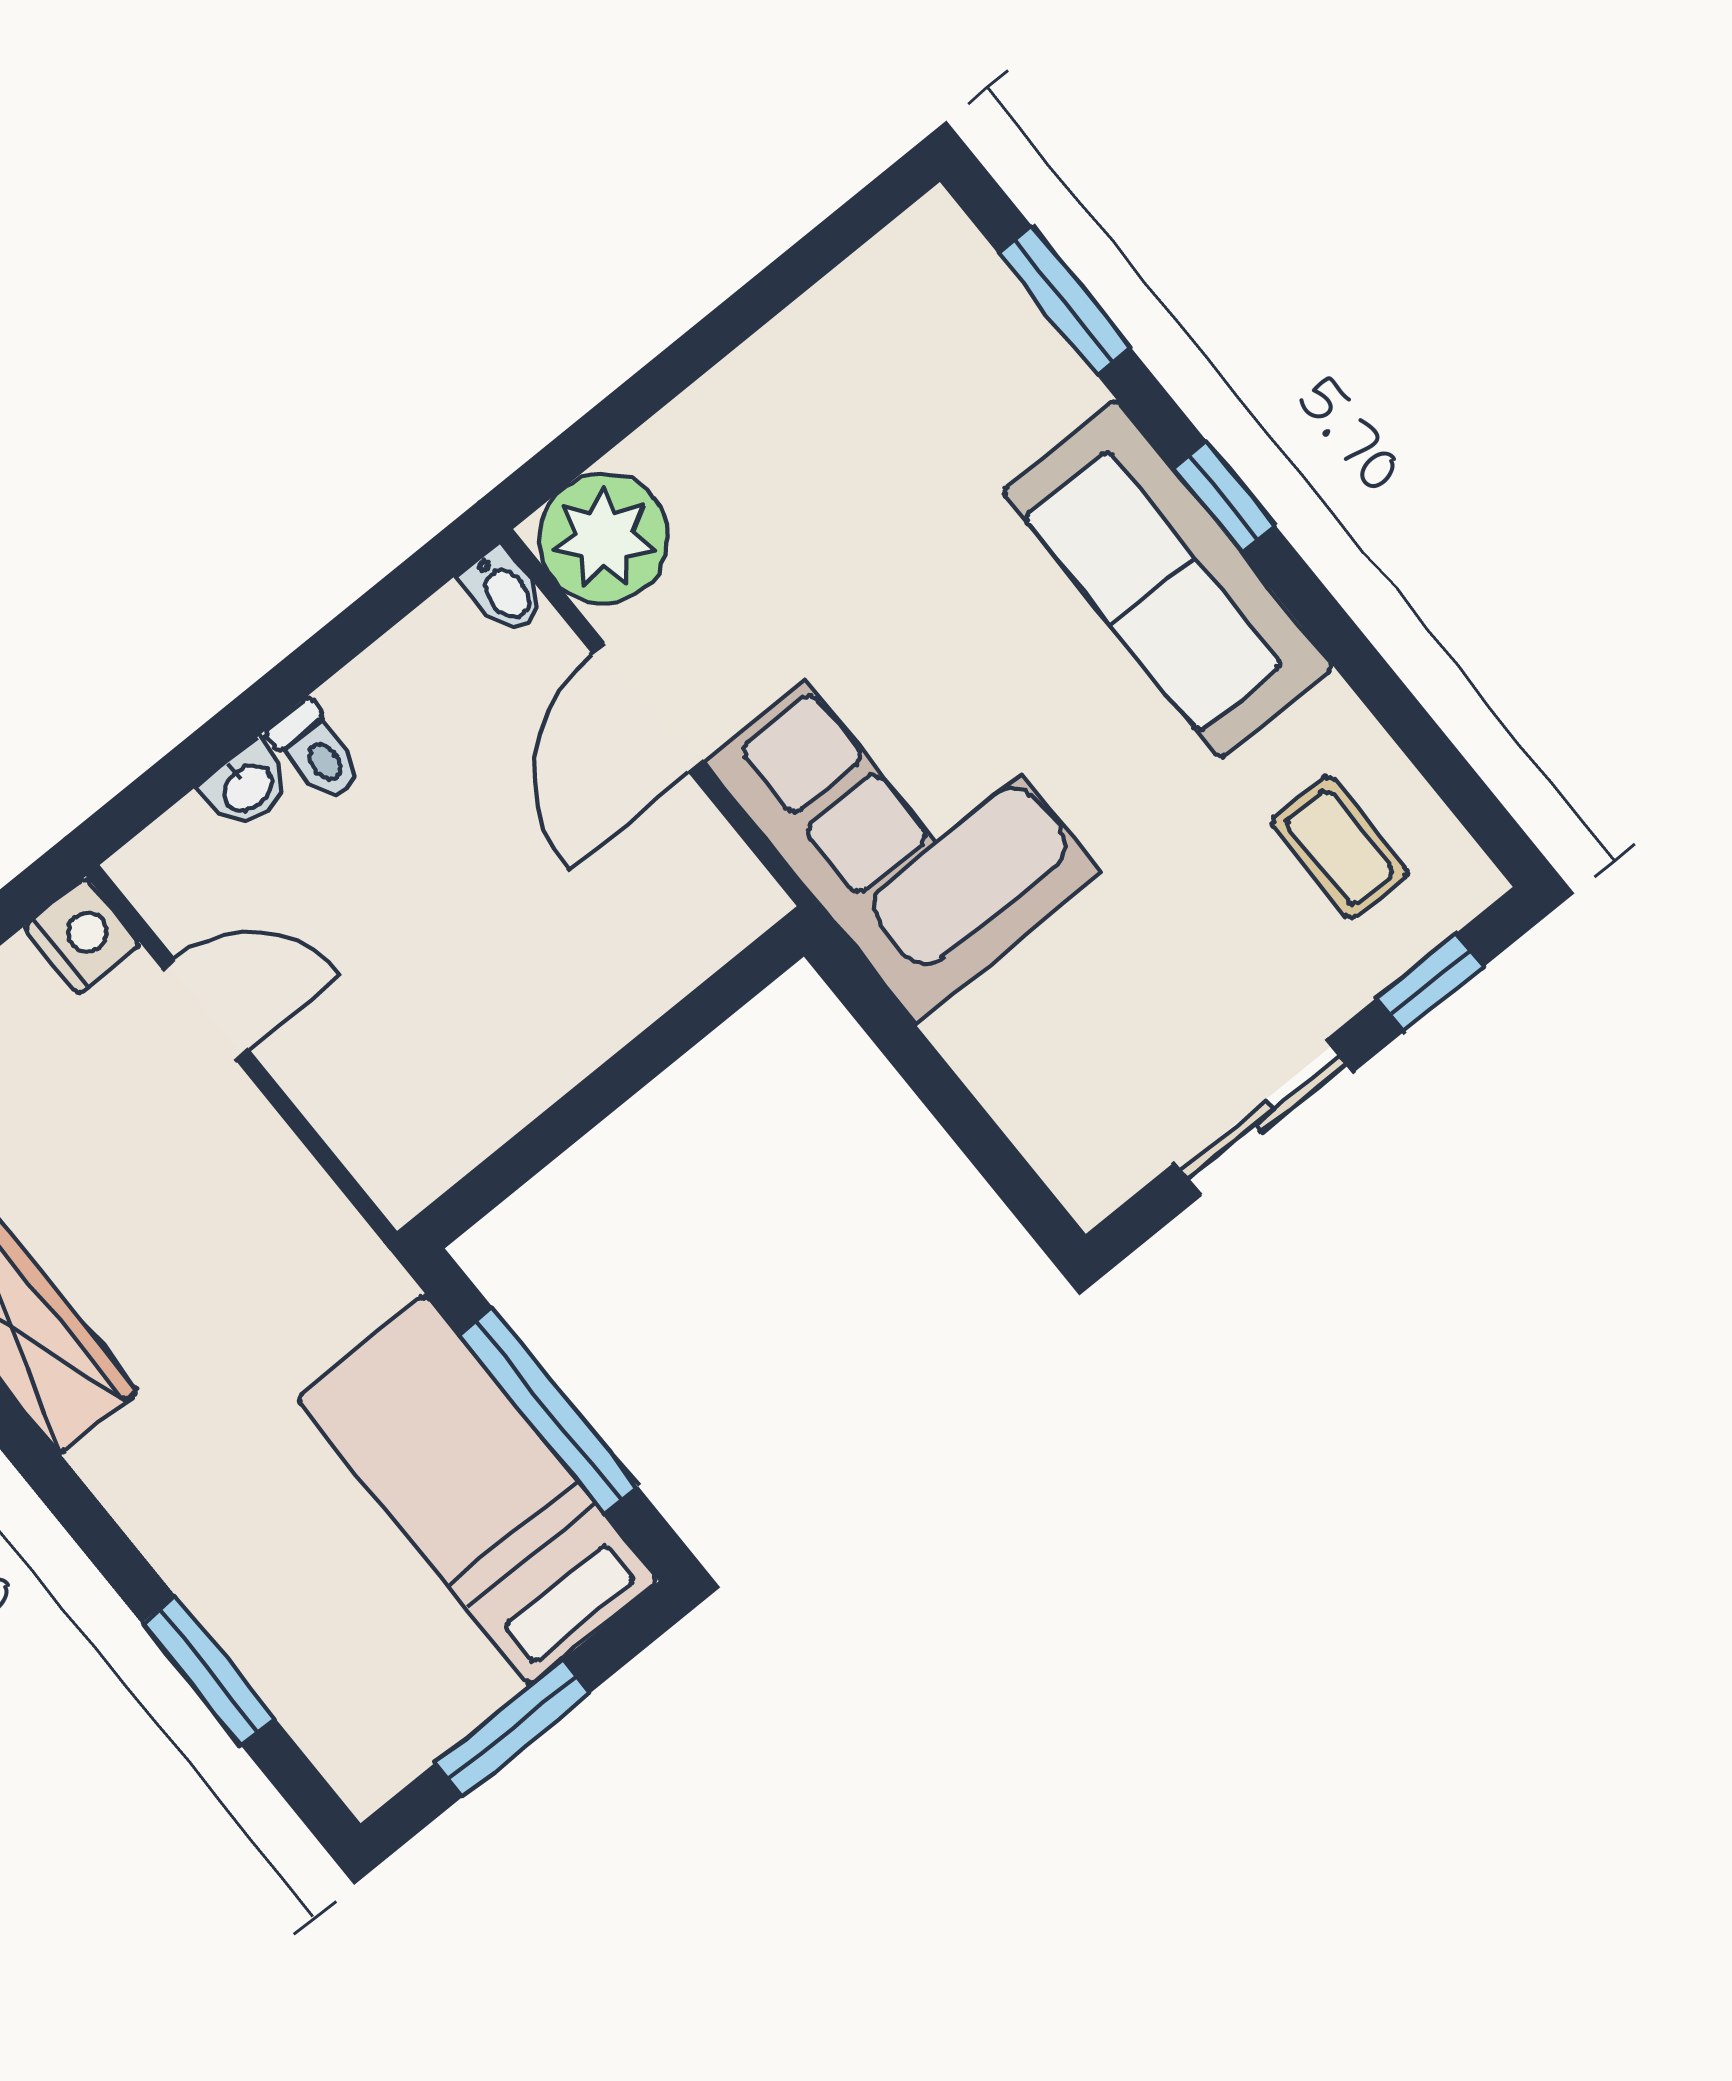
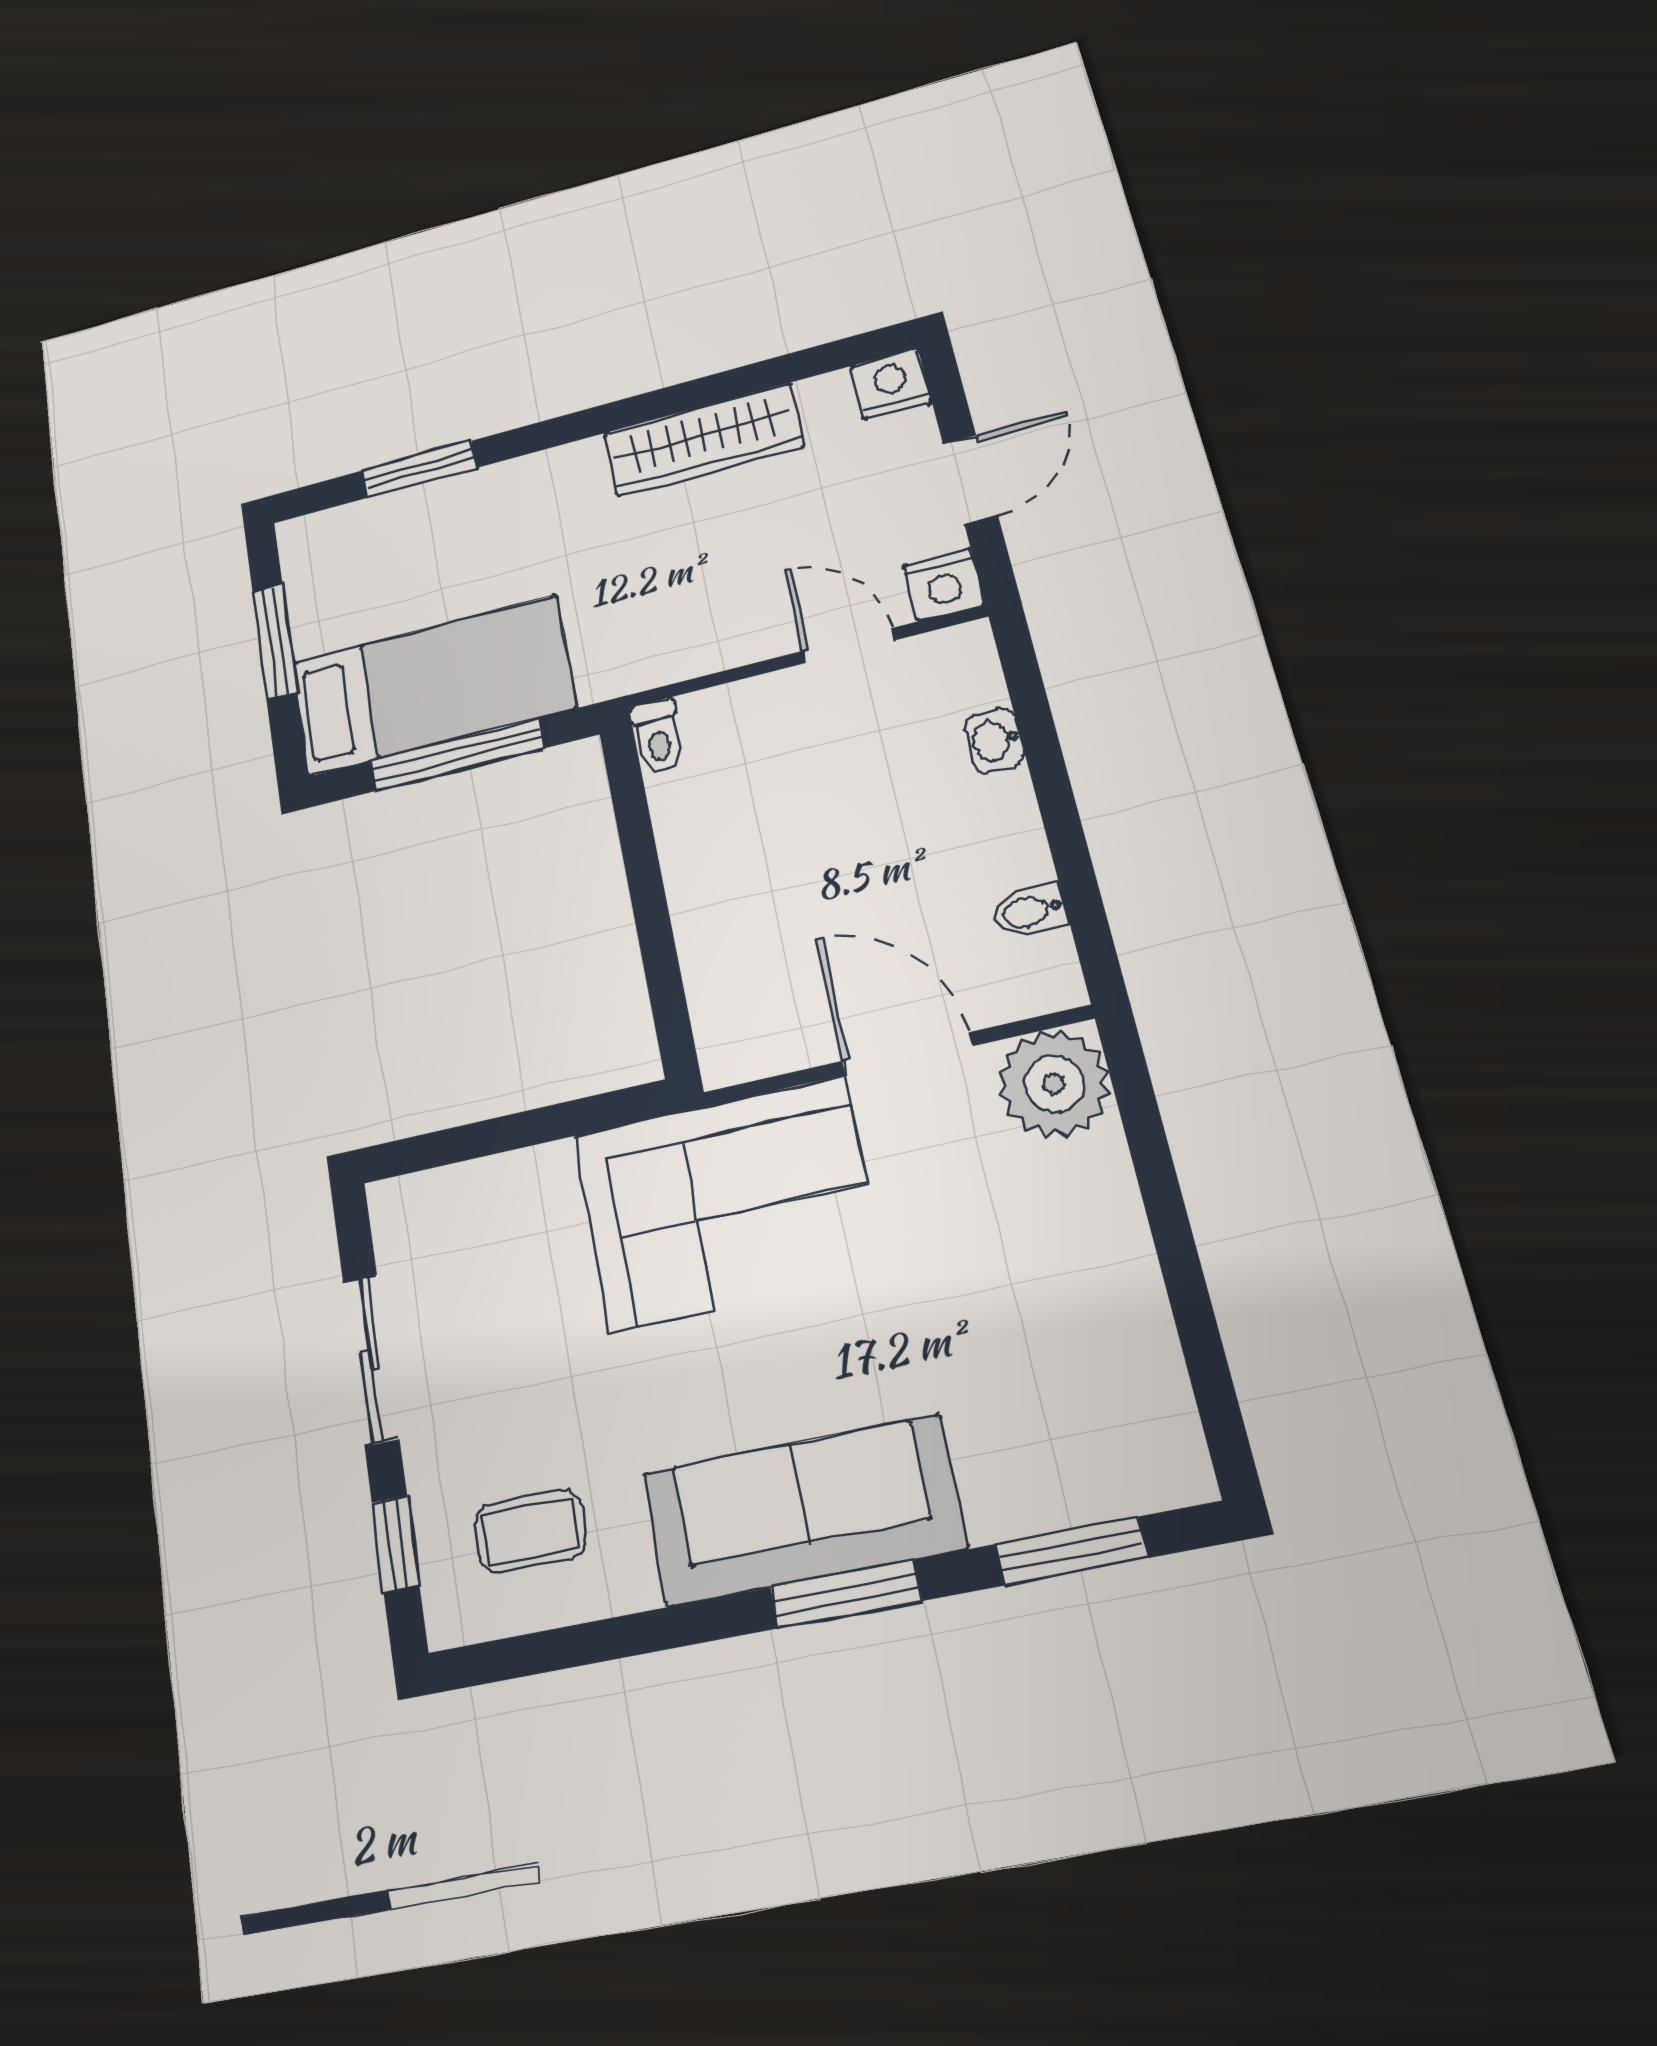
window: (1224, 497) -> (846, 1594), width x1.50
bidet: (504, 590) -> (1030, 911), moved
toilet: (316, 751) -> (658, 736), moved, turned -90
door: (205, 1009) -> (849, 646), swing flipped

